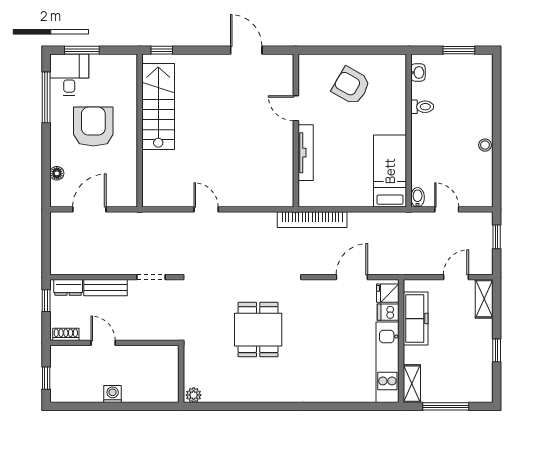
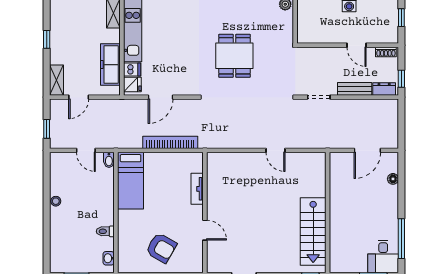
armchair: (93, 127) -> (364, 216), removed
tv unit: (306, 153) -> (197, 189), width x0.71
bookcase: (312, 220) -> (170, 142), moved

